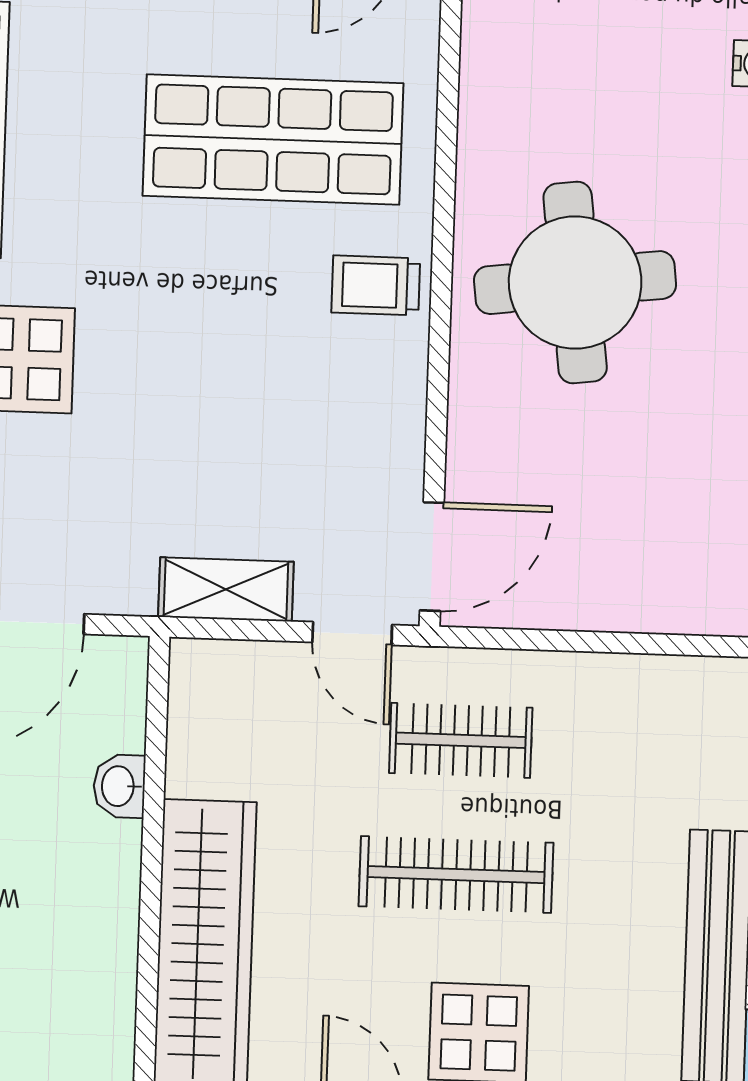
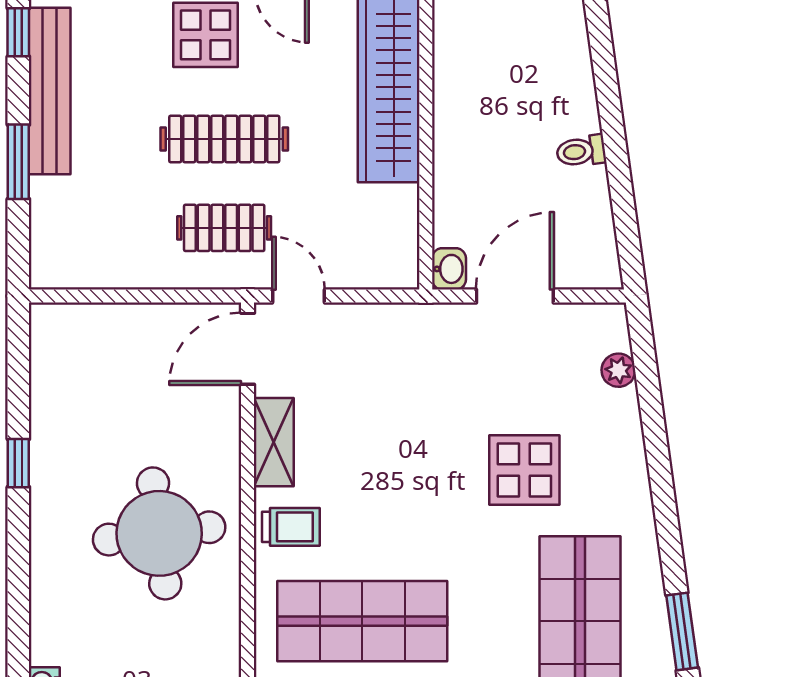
shelving: (226, 589) -> (274, 442), moved, turned 90
washbasin: (119, 786) -> (449, 269), moved

